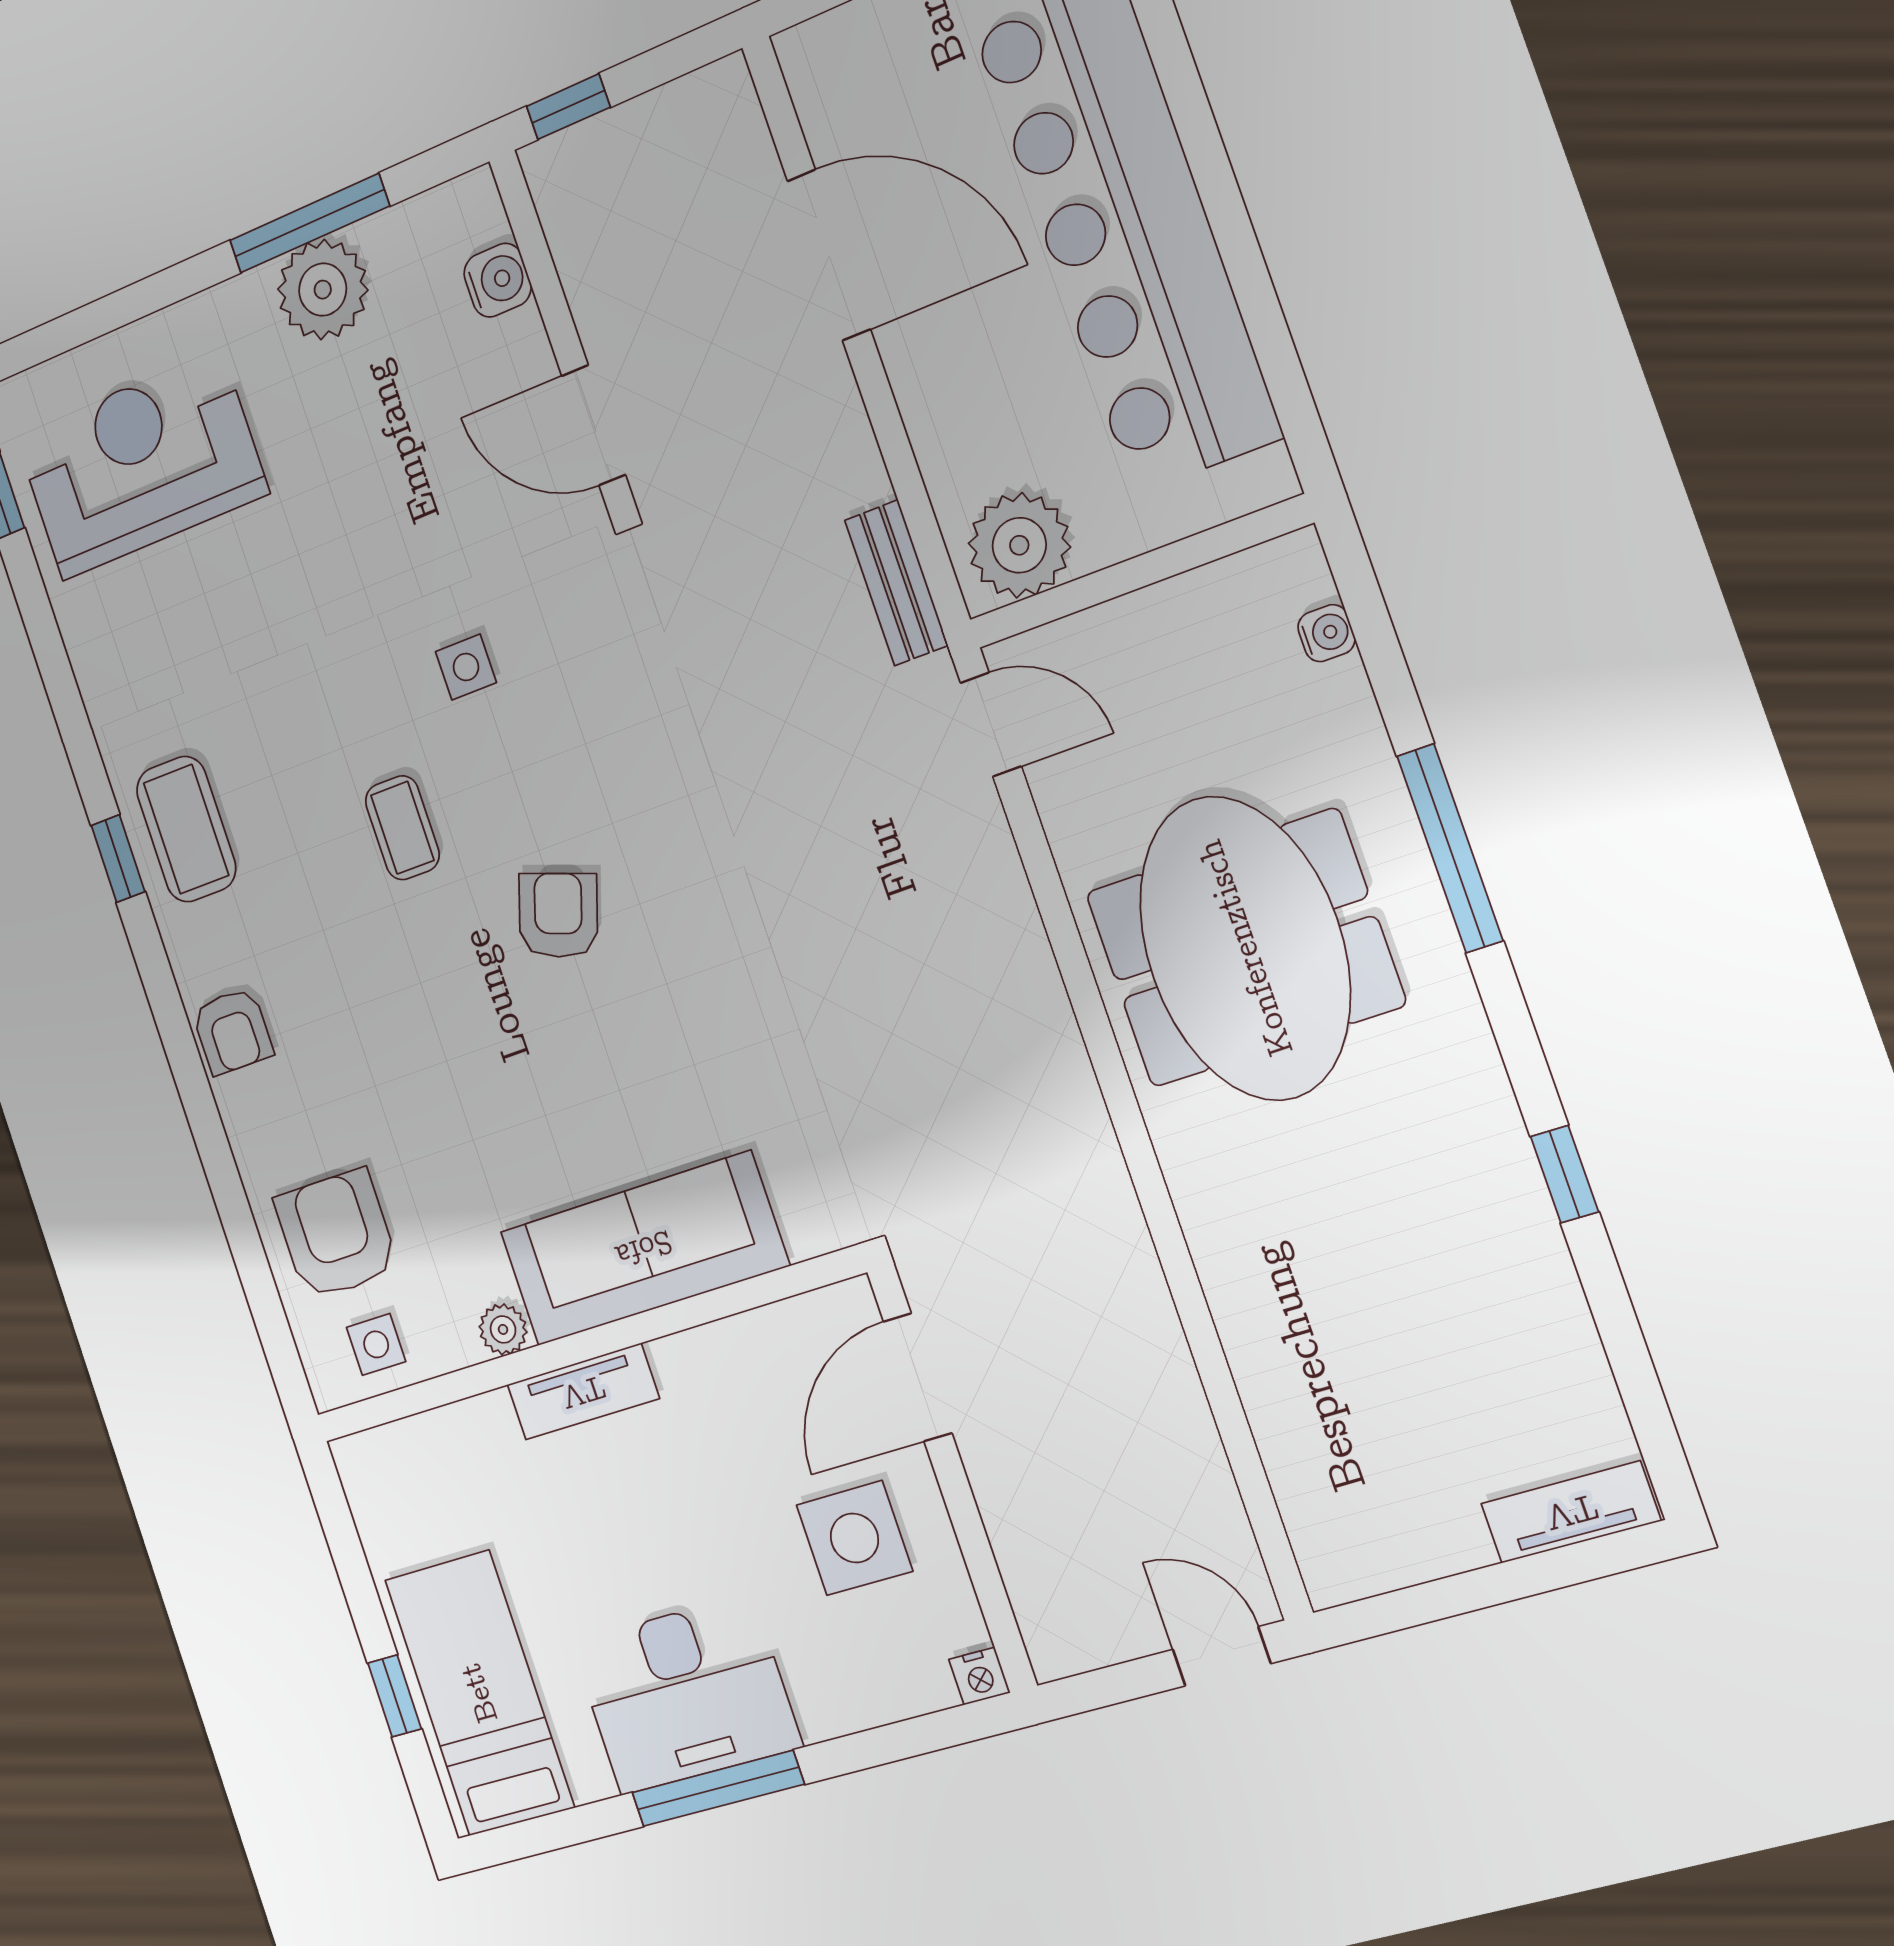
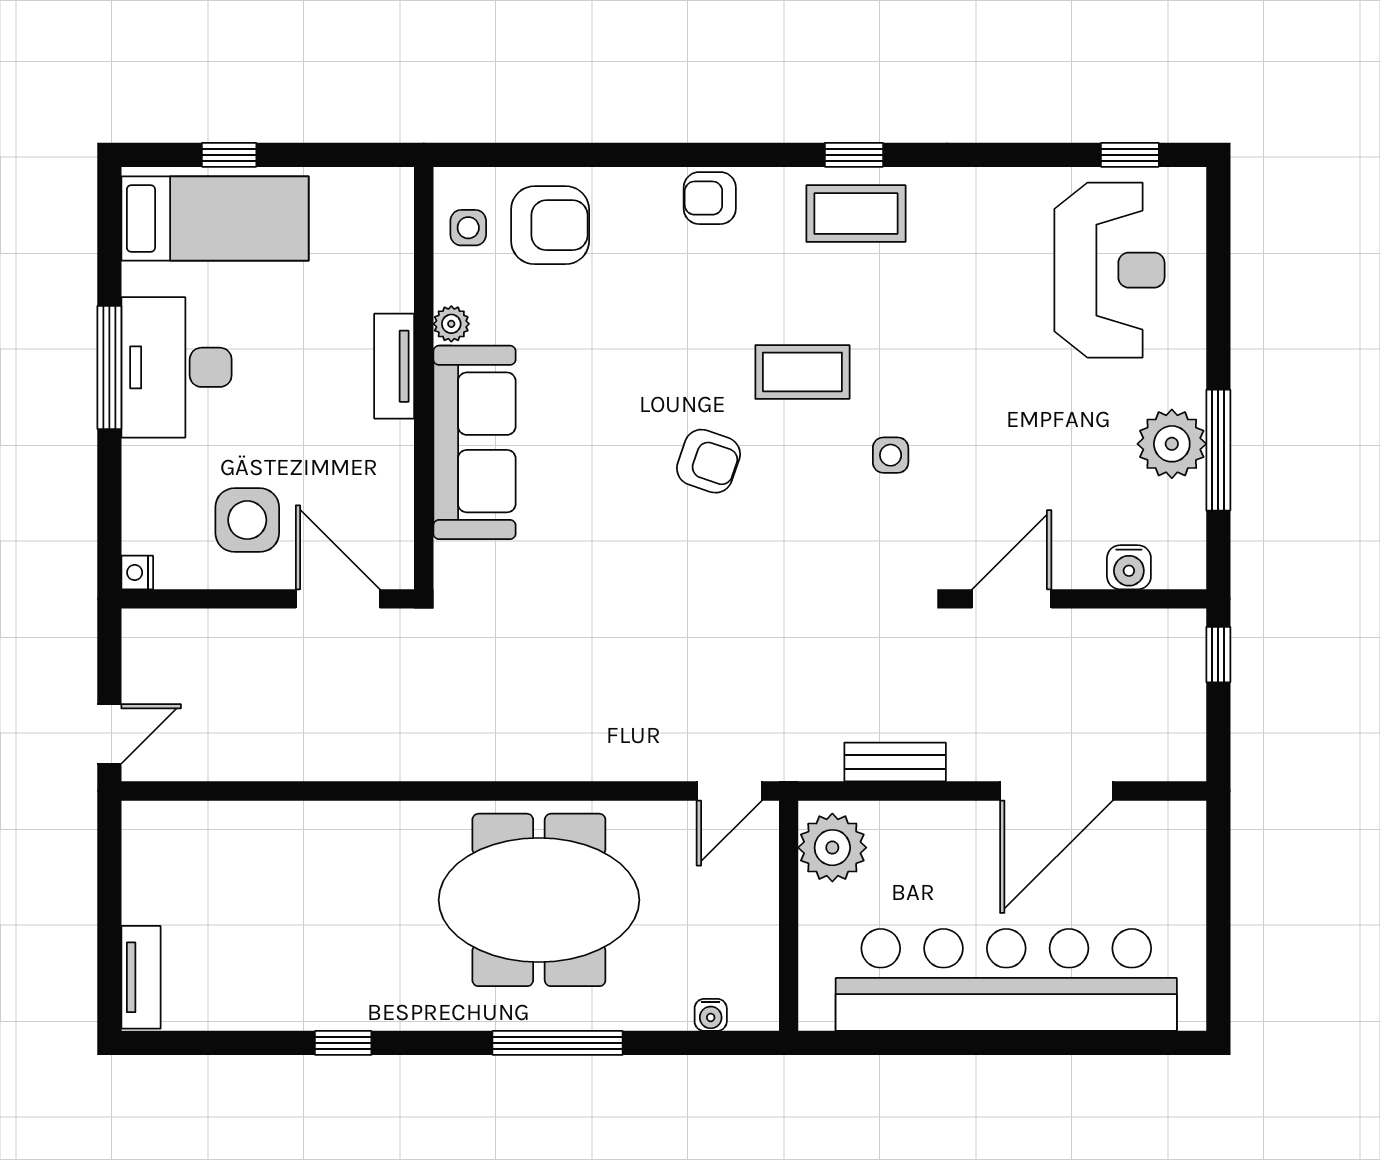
bench: (896, 583) -> (895, 762), moved
coffee table: (402, 828) -> (802, 372), width x1.36, depth x1.30

